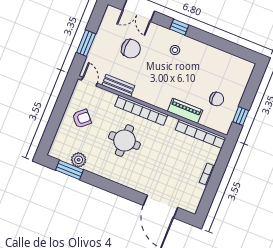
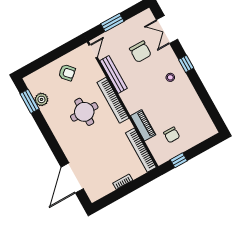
bench: (118, 85) -> (113, 75), width x1.36

